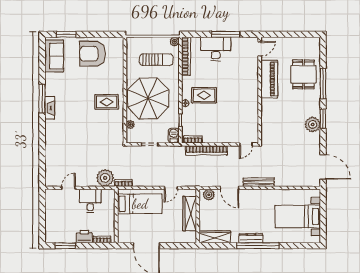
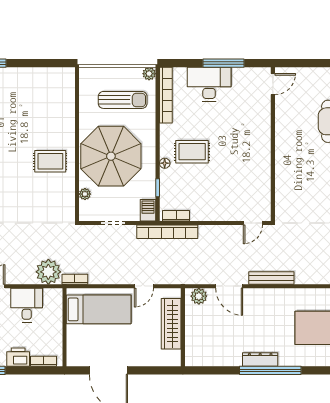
armchair: (93, 54) -> (30, 91), removed
piano: (269, 79) -> (287, 128), removed
bookcase: (206, 150) -> (167, 232), moved
wardrobe: (215, 237) -> (208, 358), removed

